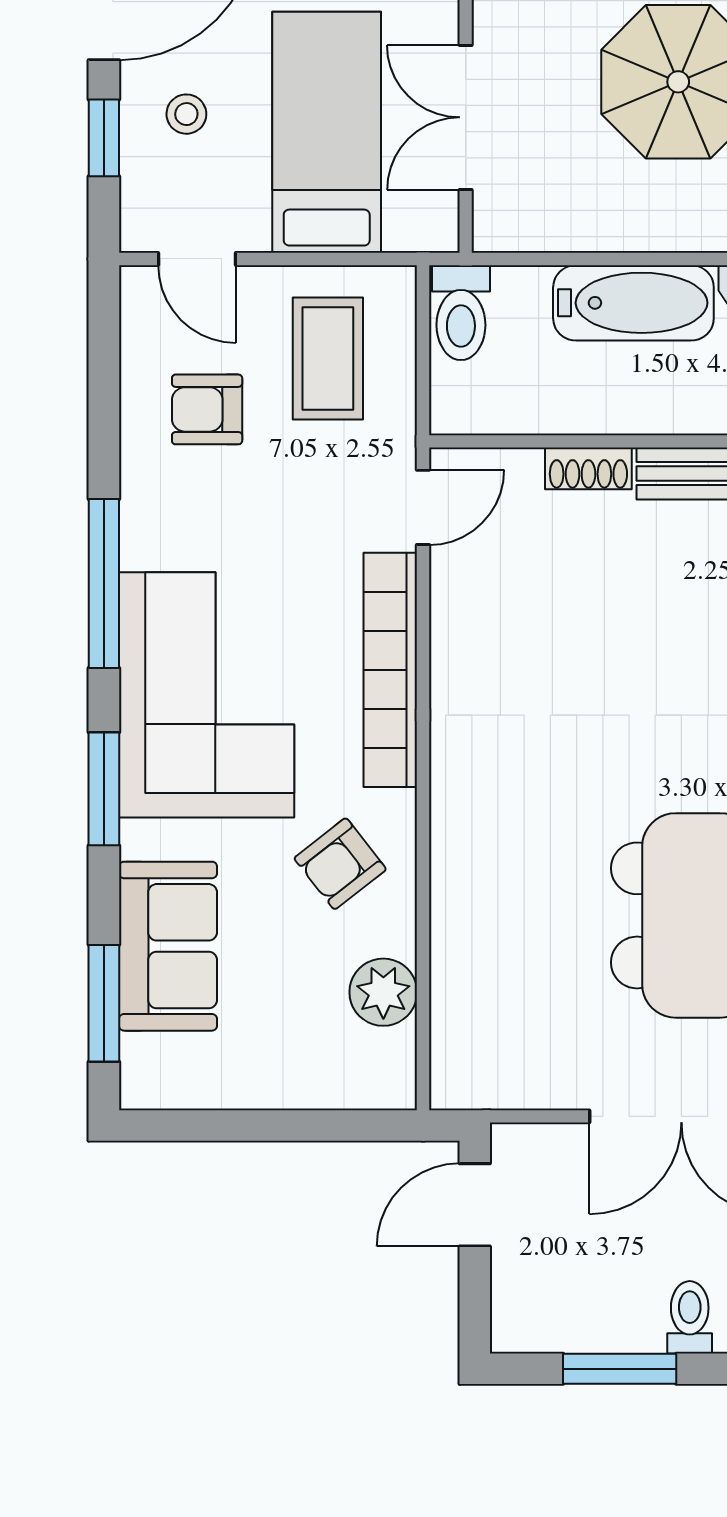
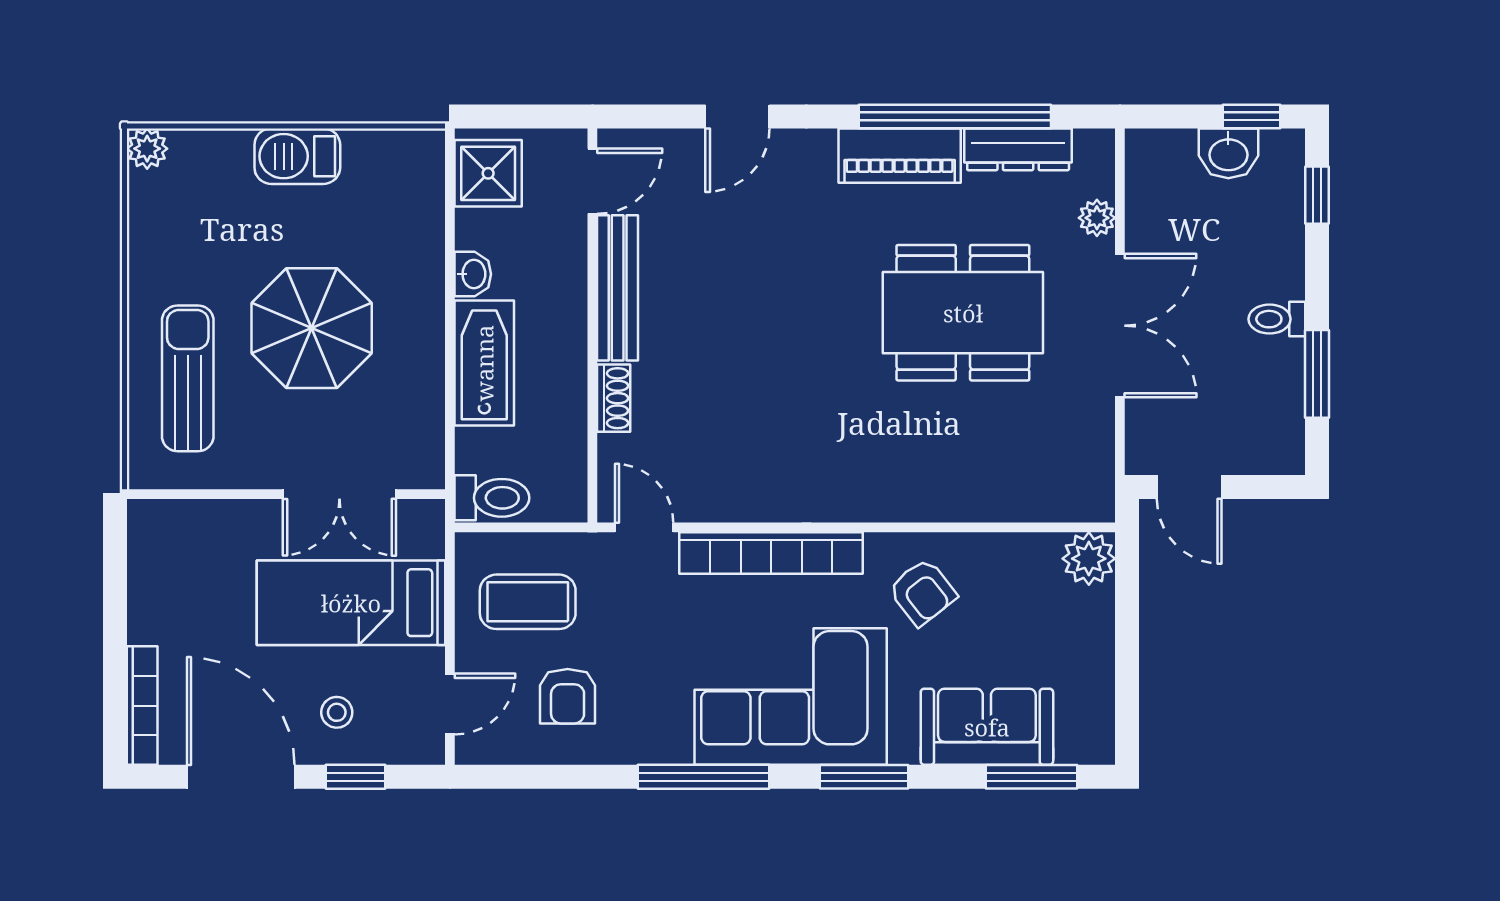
plant: (383, 992) -> (1089, 559), moved

